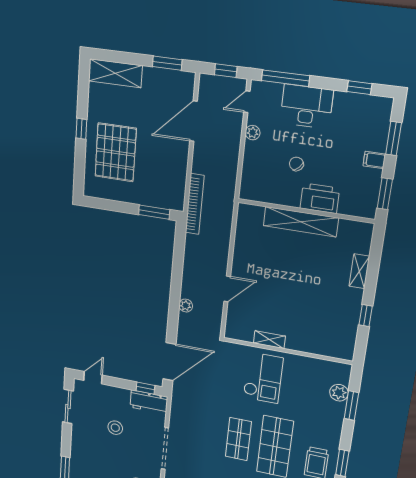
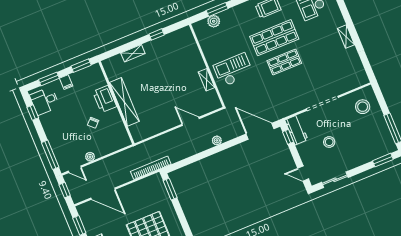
desk: (306, 106) -> (45, 101), moved, width x0.73

